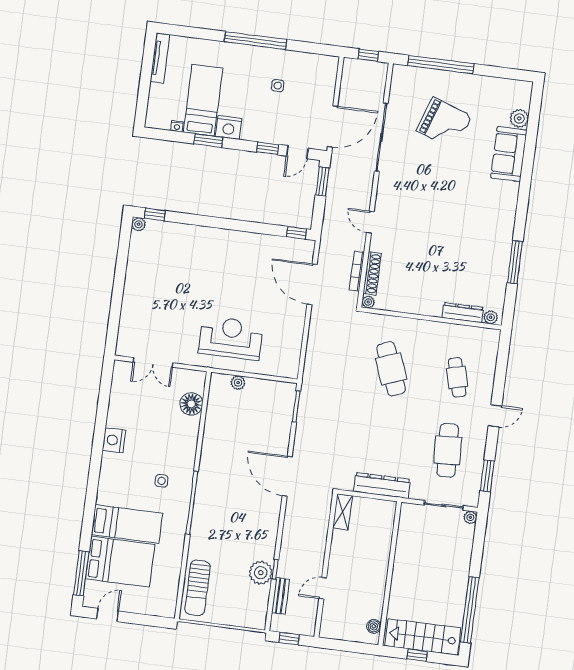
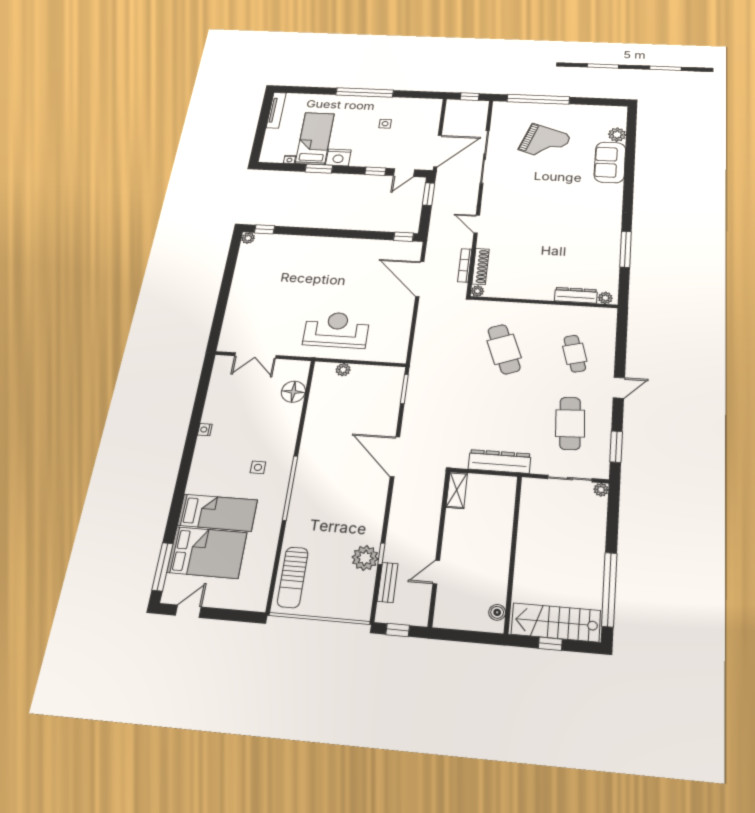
nightstand: (114, 440) -> (205, 430), width x0.53, depth x0.56

